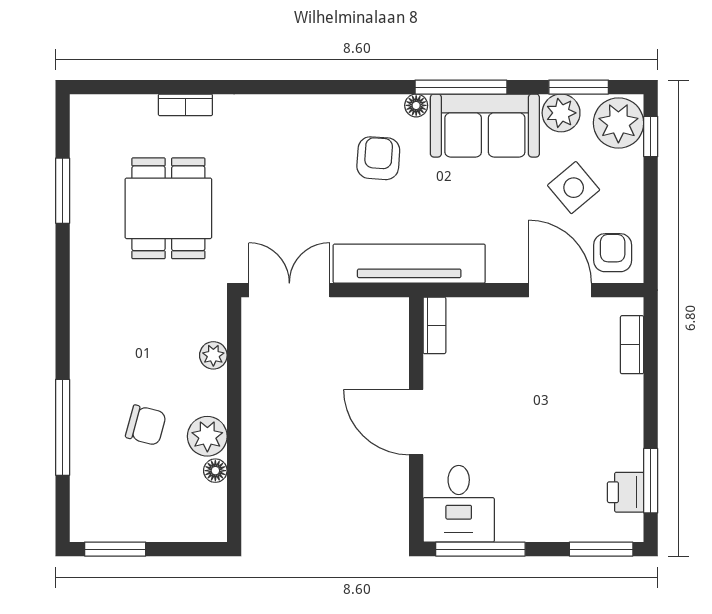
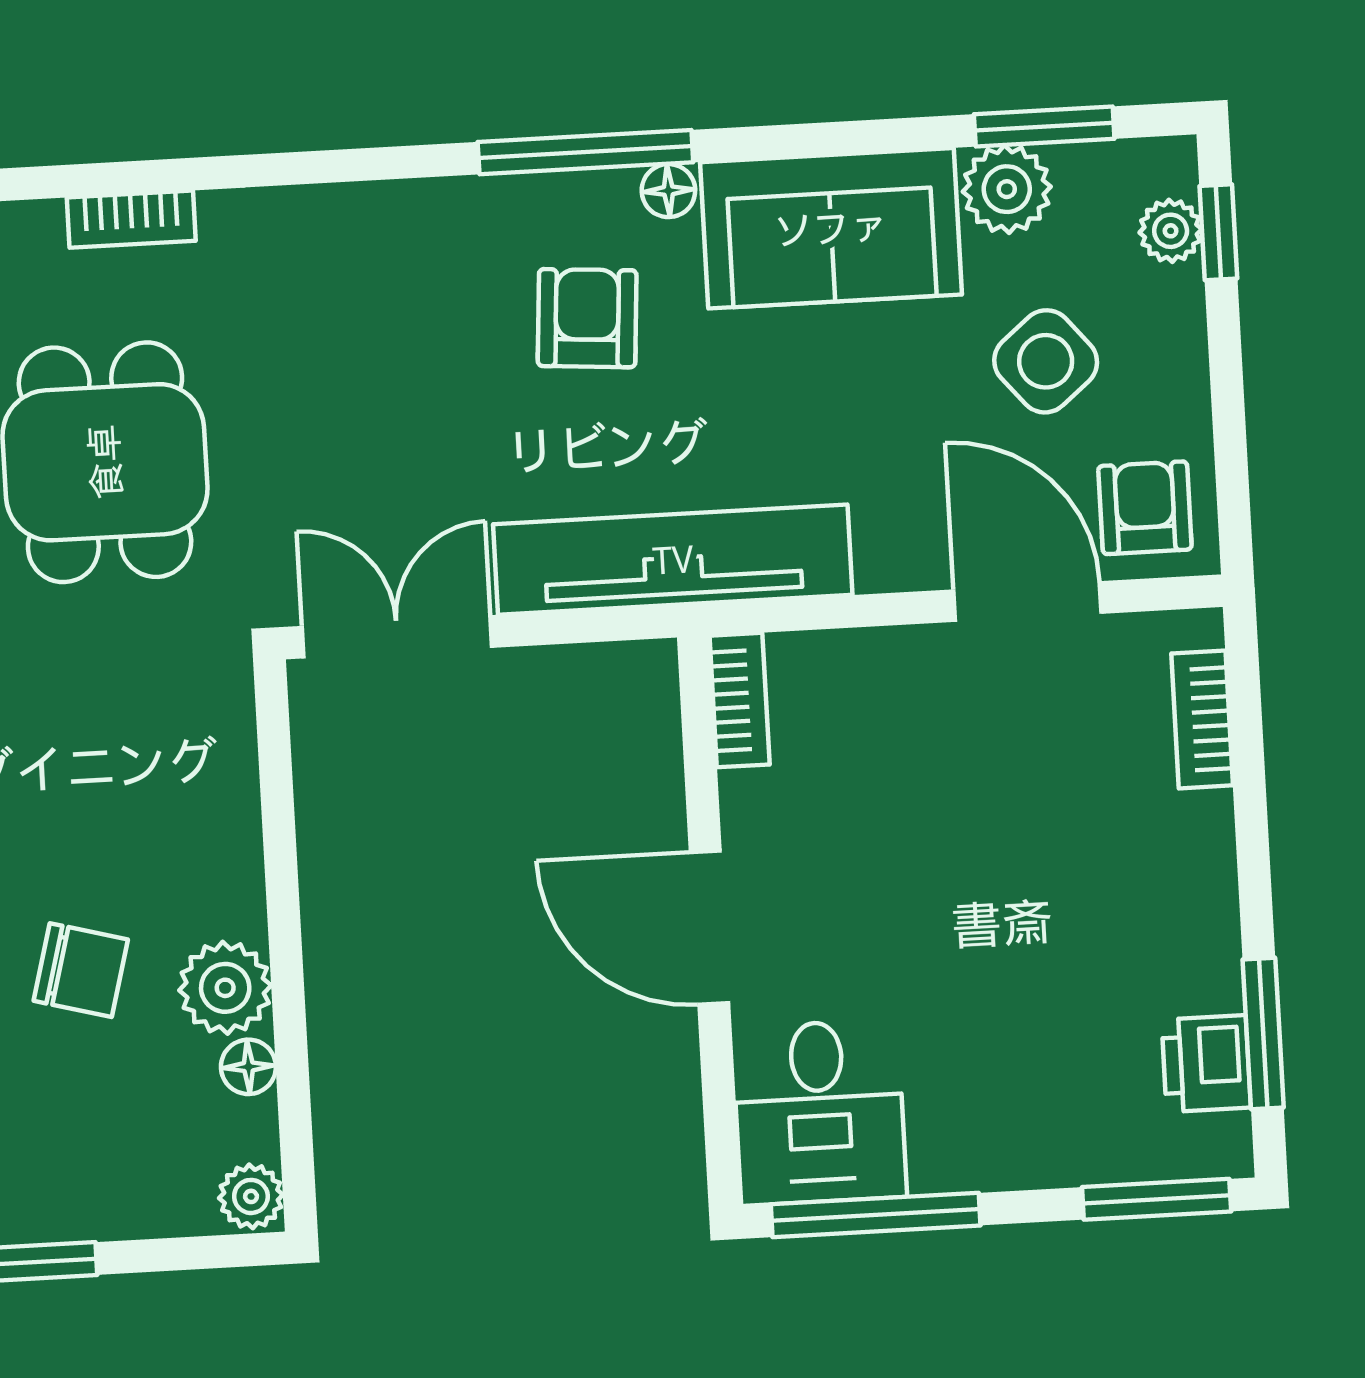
window: (461, 87) -> (585, 152), moved
plant: (618, 123) -> (1171, 231), width x0.53, depth x0.53
plant: (213, 355) -> (251, 1196), moved

